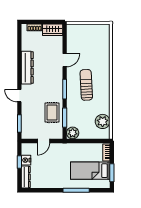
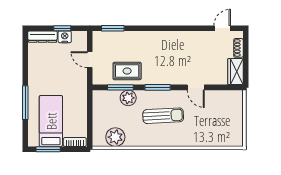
dresser: (27, 68) -> (186, 39), removed
door: (19, 96) -> (222, 28), moved
plant: (73, 133) -> (128, 98), moved

